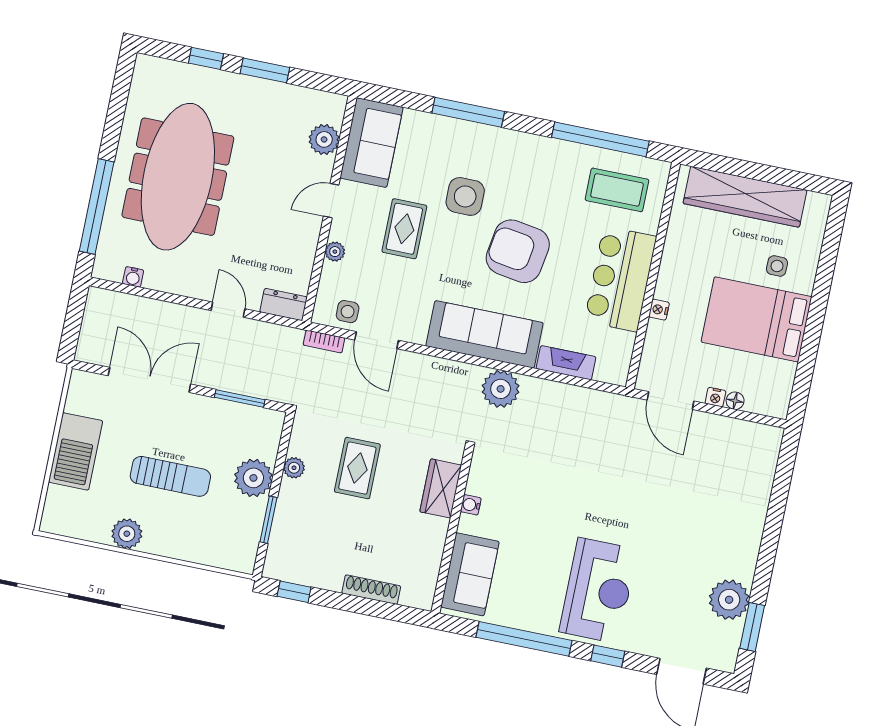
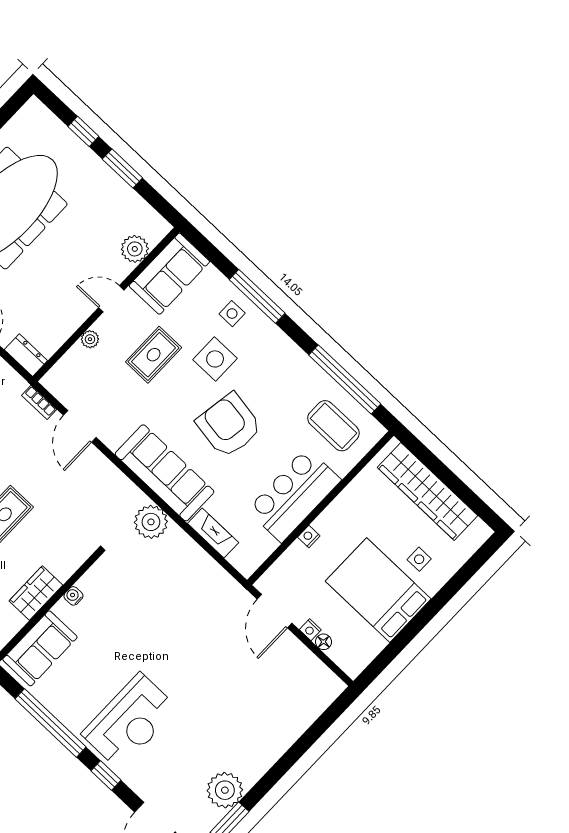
side table: (348, 312) -> (232, 314), moved
wardrobe: (441, 488) -> (36, 593), moved

